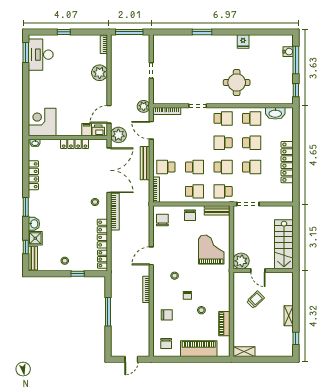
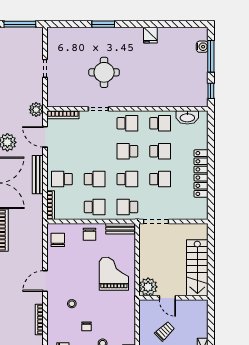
round table: (237, 83) -> (104, 72), moved

